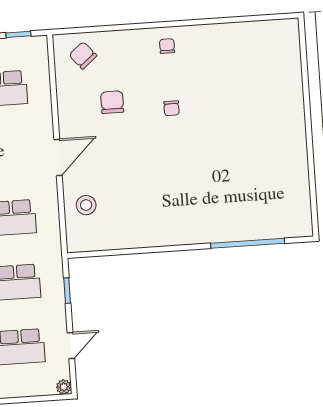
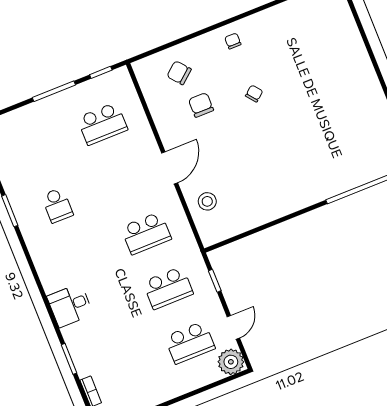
chair: (83, 55) -> (179, 73), moved
chair: (172, 108) -> (254, 94), turned -129
plant: (64, 387) -> (231, 362), width x1.87, depth x1.87

